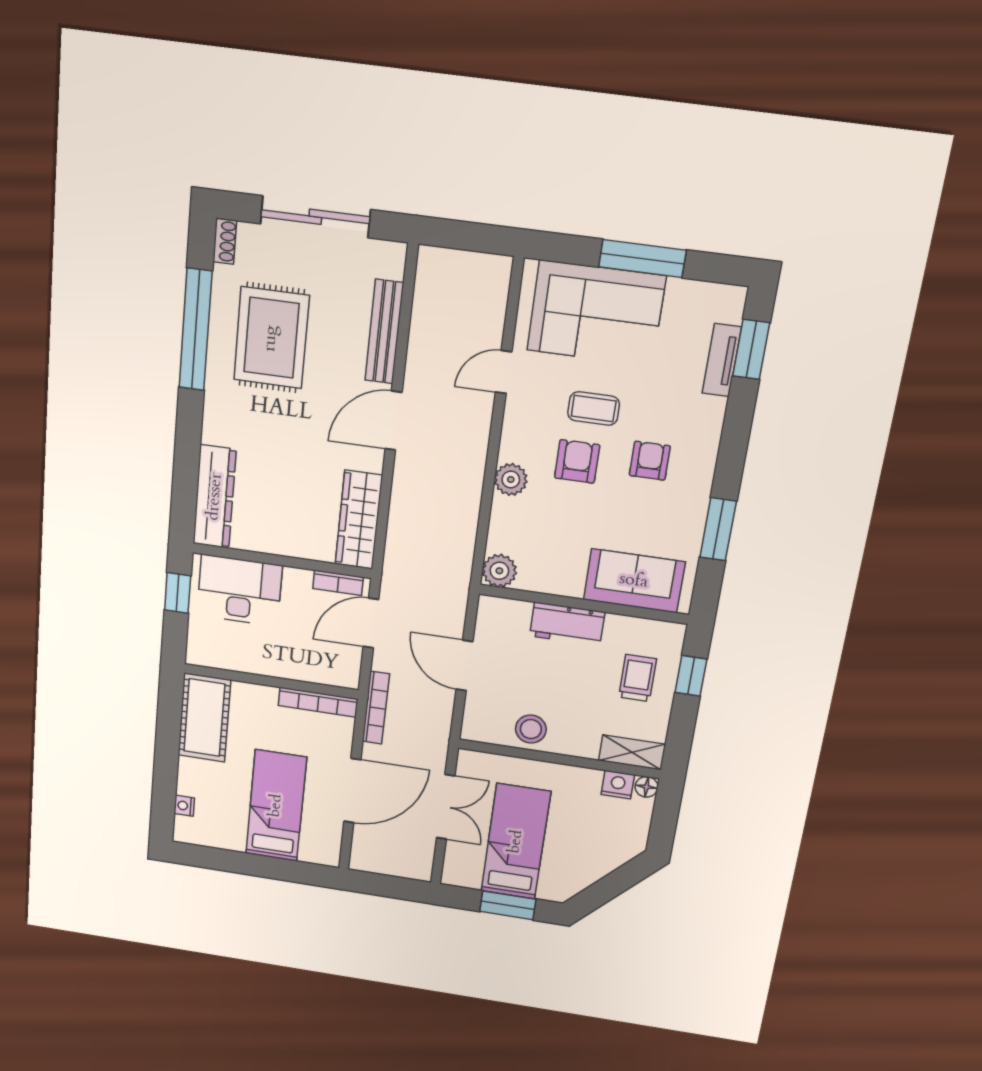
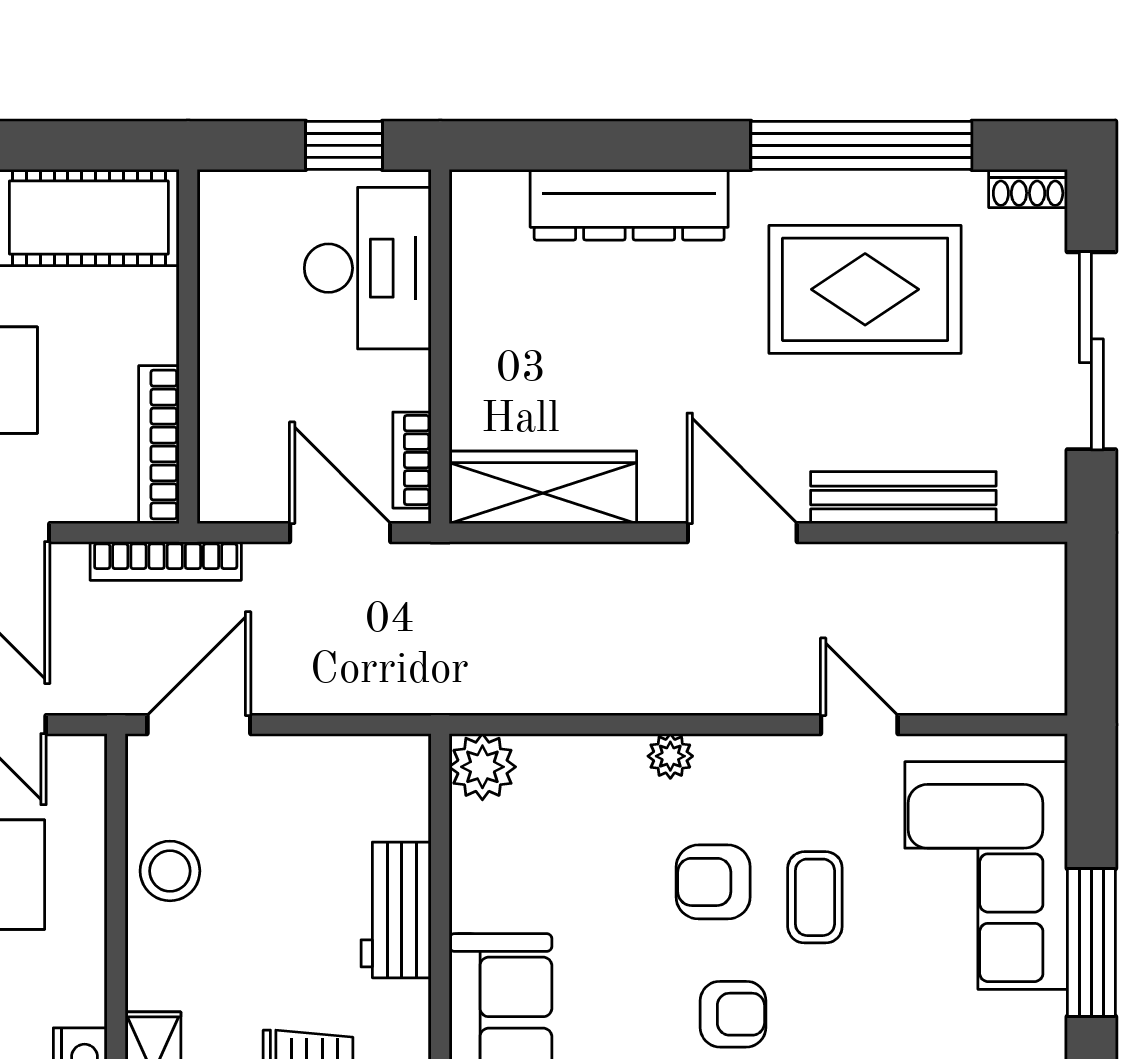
armchair: (577, 461) -> (713, 882), turned 180
plant: (511, 479) -> (670, 756), width x0.73, depth x0.73
dresser: (215, 497) -> (629, 205), moved
door: (464, 666) -> (199, 725), moved

